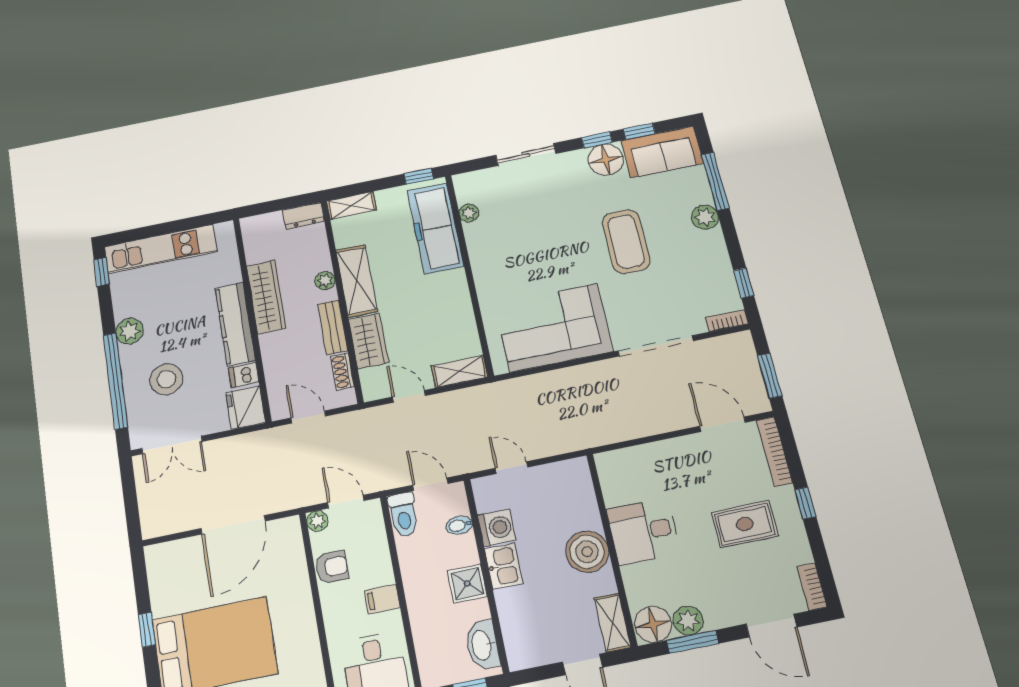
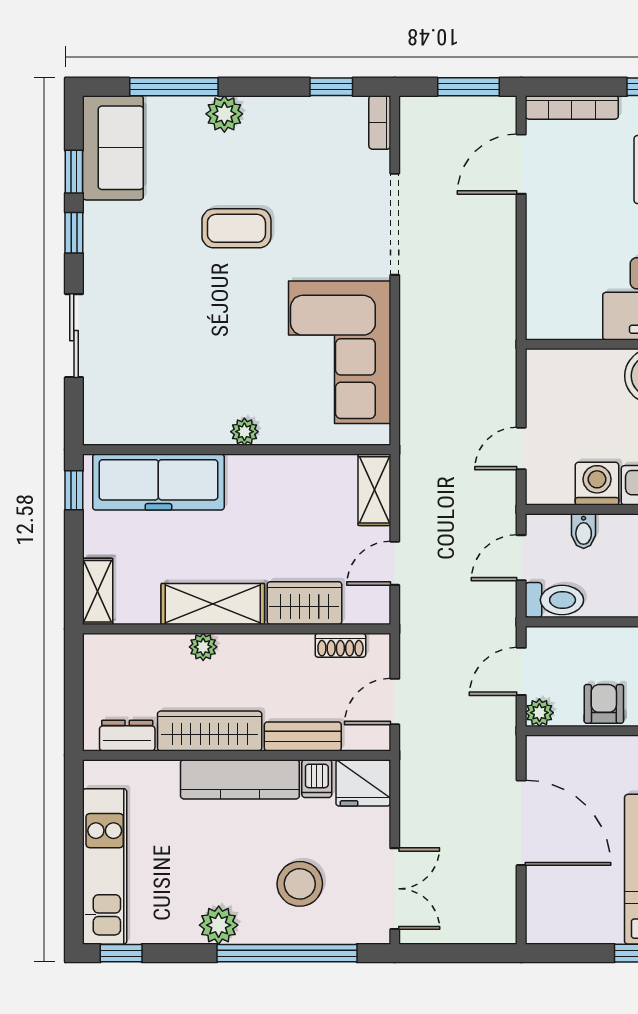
floor lamp: (606, 160) -> (107, 227), removed
plant: (469, 213) -> (244, 432), moved
dresser: (303, 216) -> (127, 736), moved, turned -90
coffee table: (626, 242) -> (236, 228), width x0.73, depth x0.76
bench: (333, 327) -> (303, 736), moved

